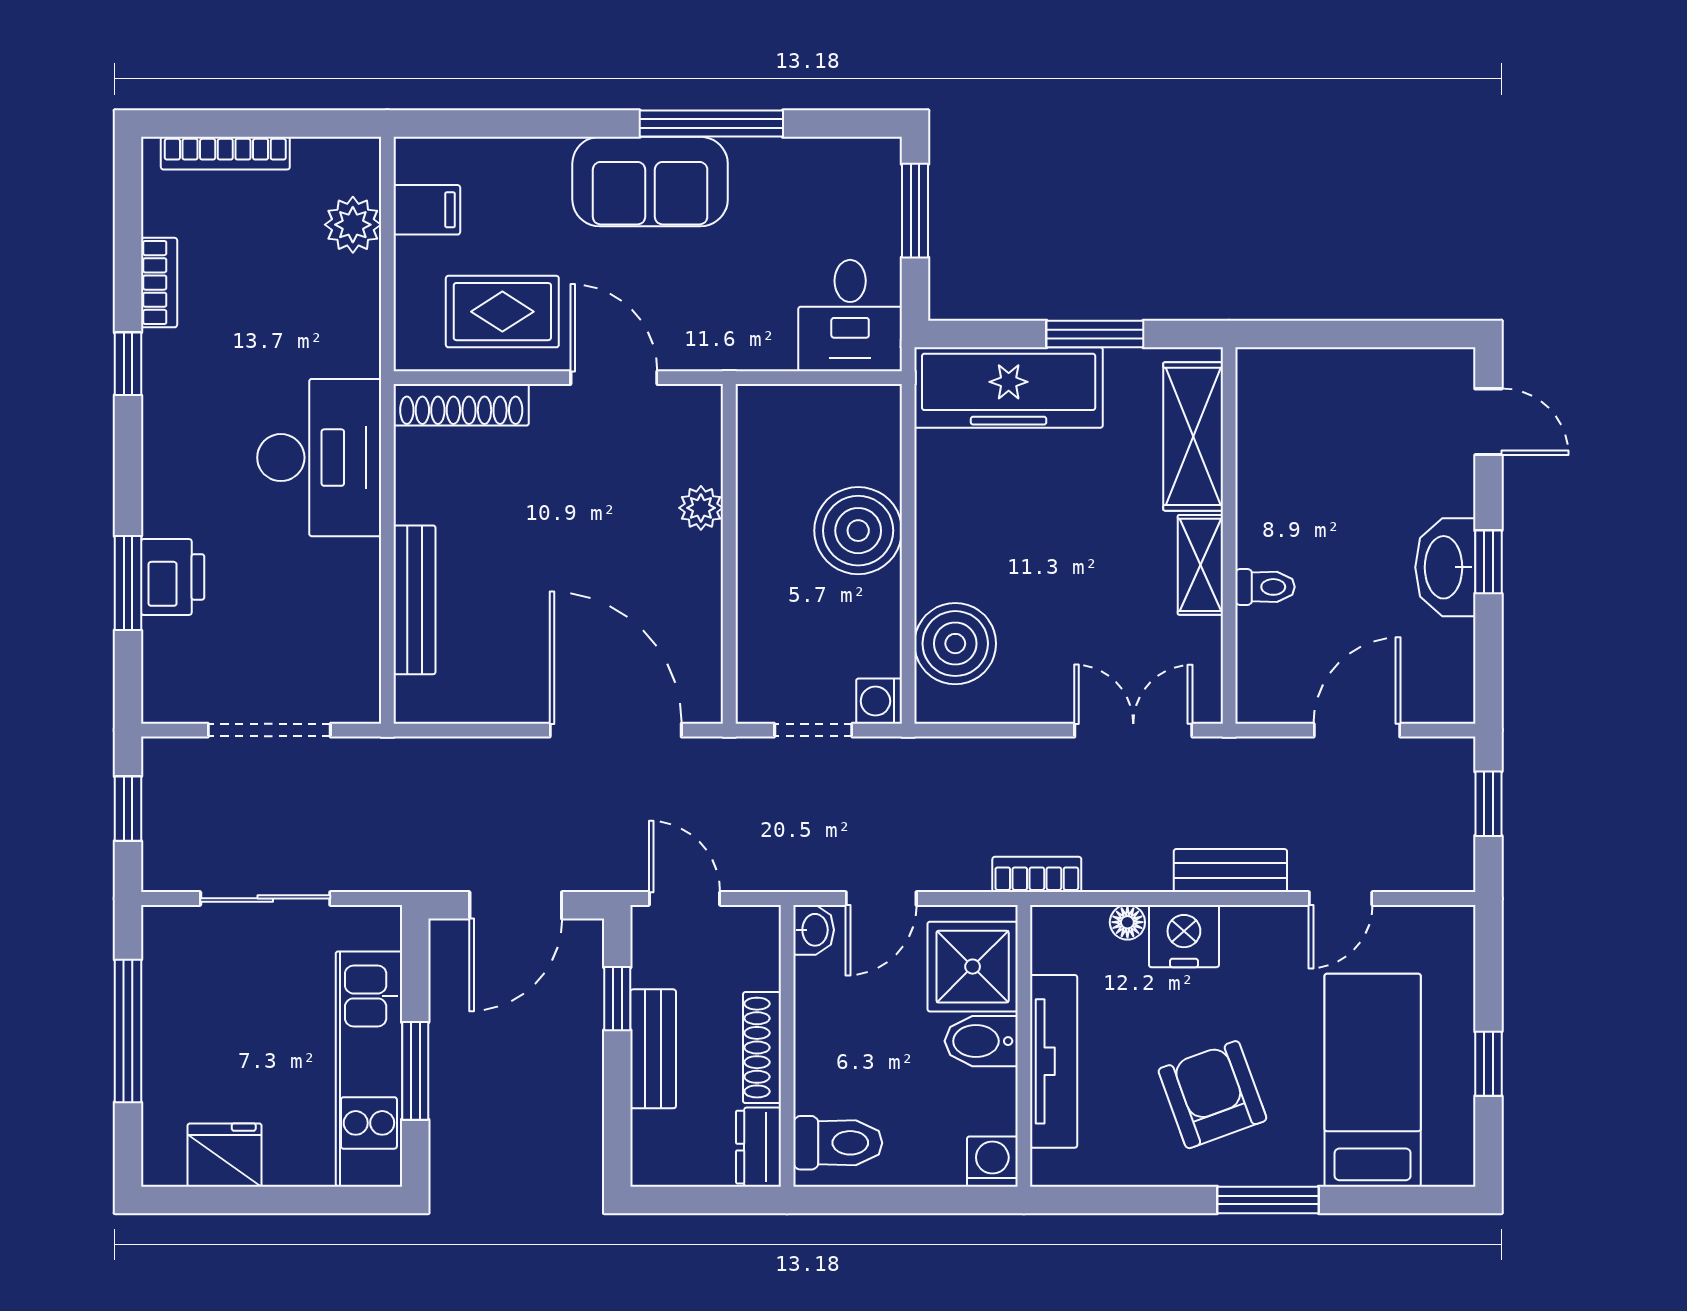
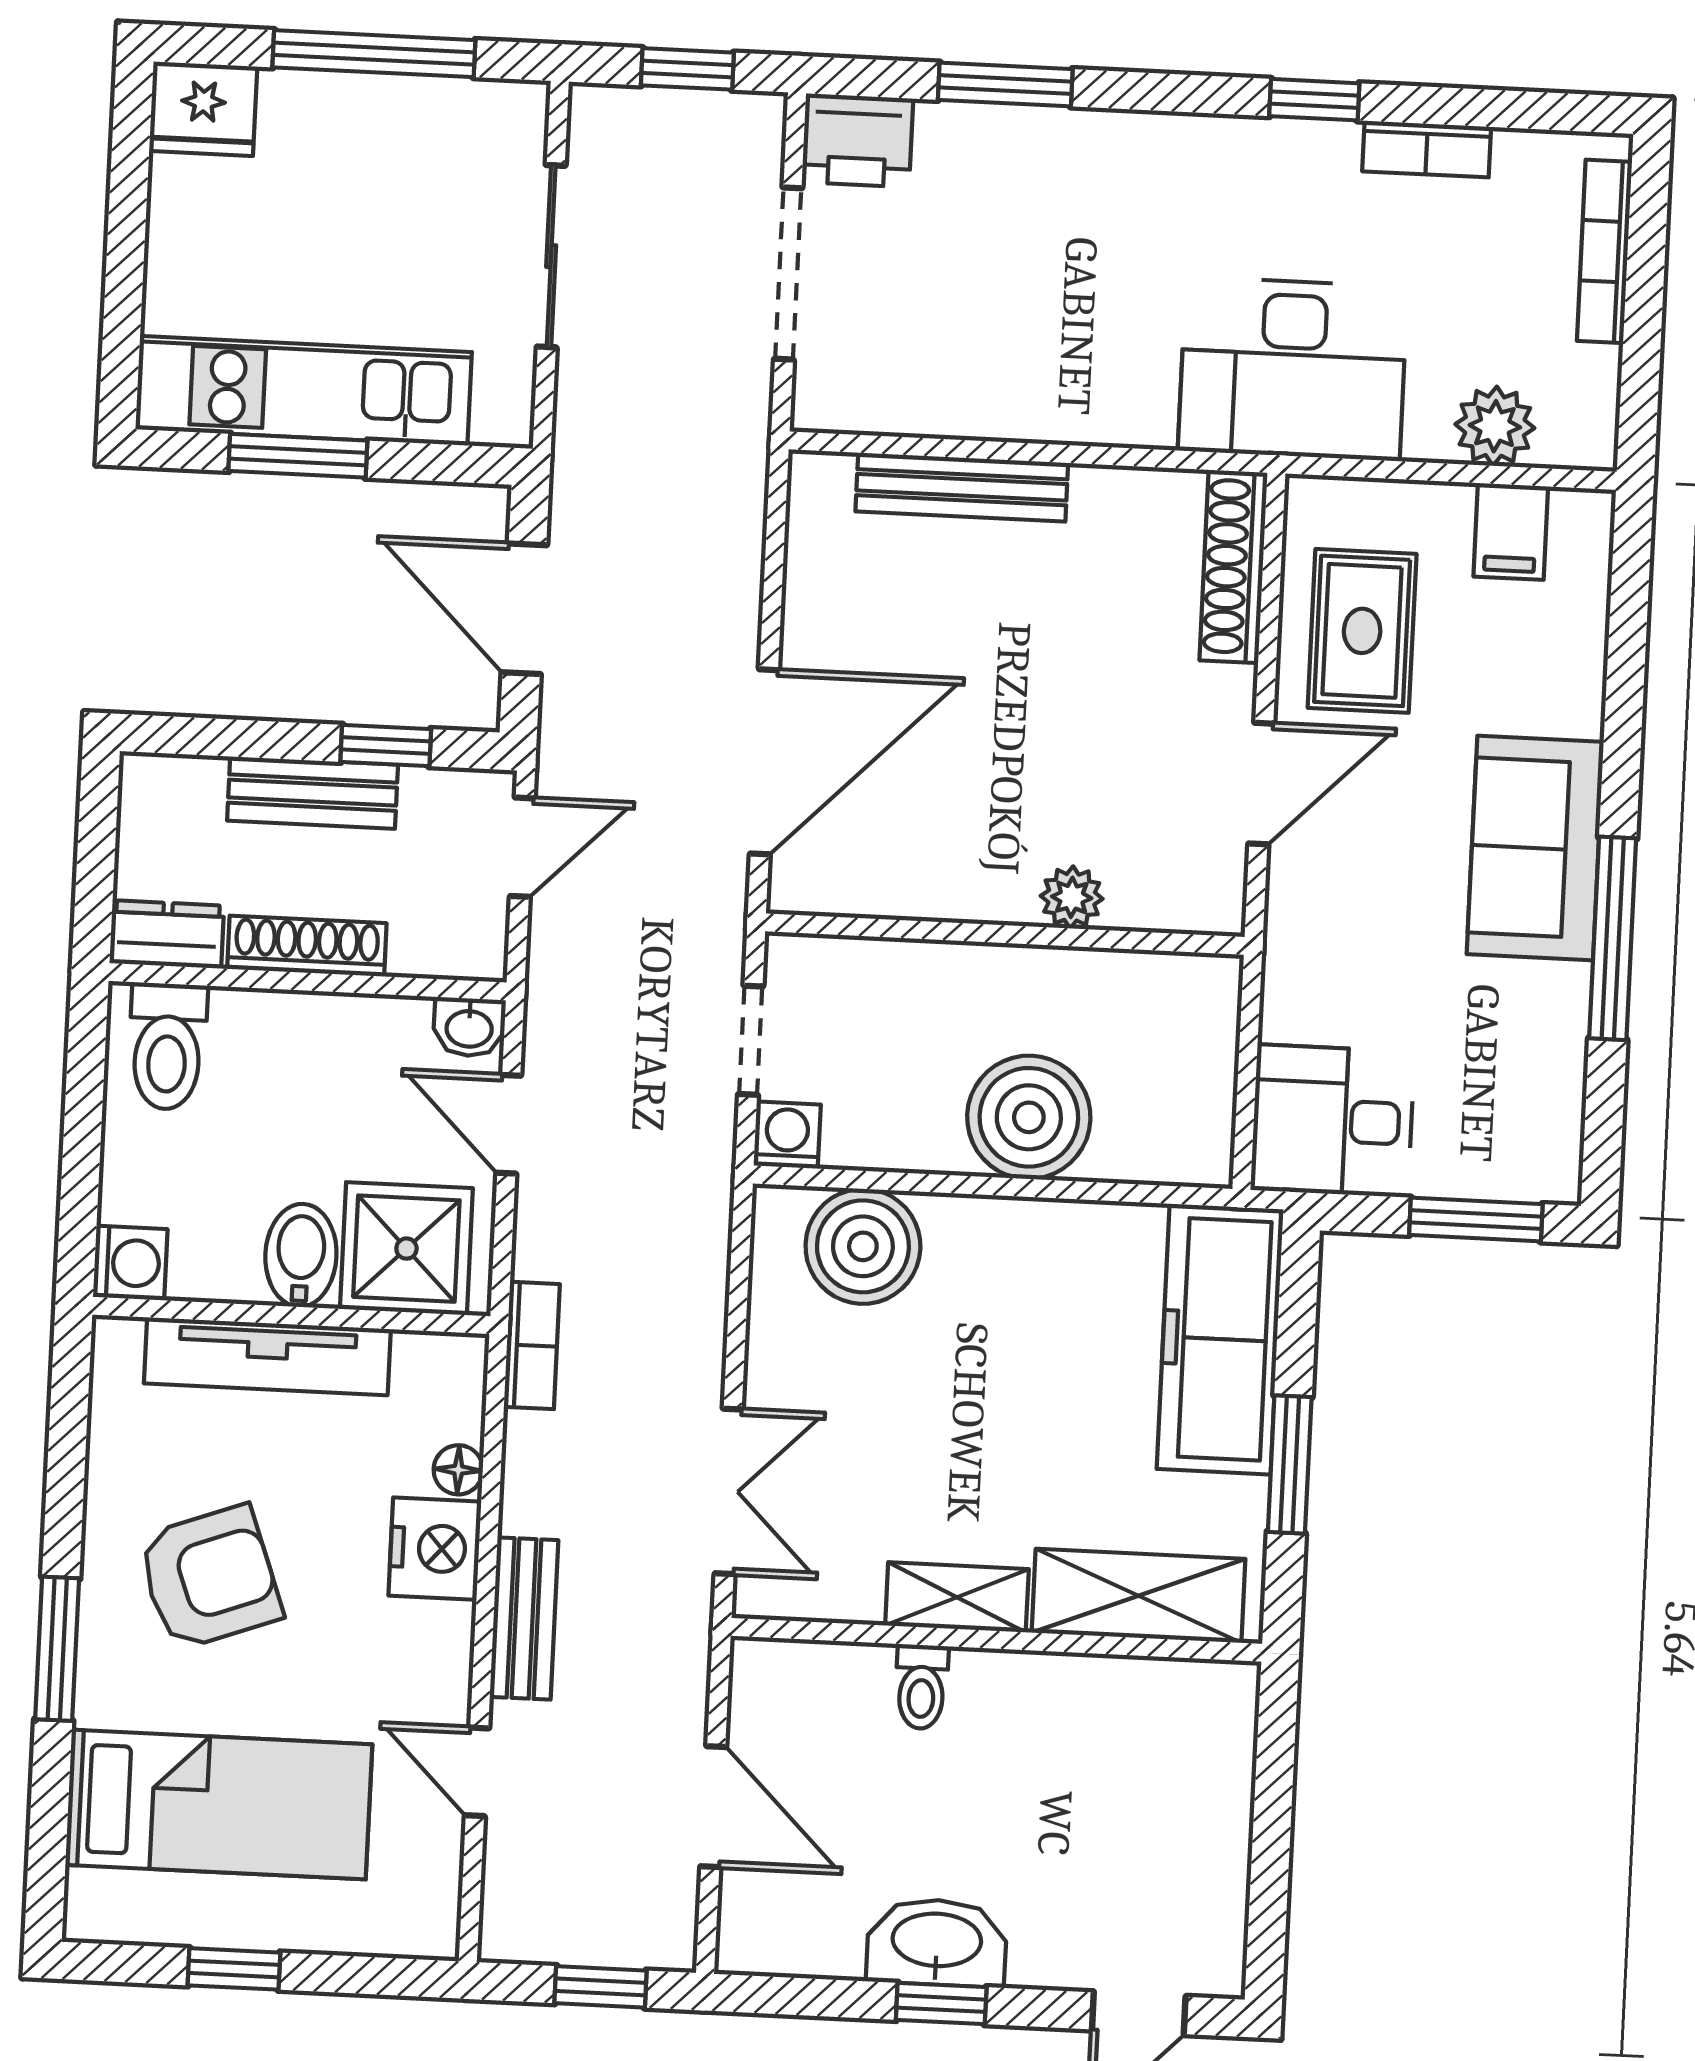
desk: (319, 458) -> (1293, 369), moved
printer: (173, 577) -> (857, 140), moved
fridge: (225, 1155) -> (203, 109), moved, turned 90

